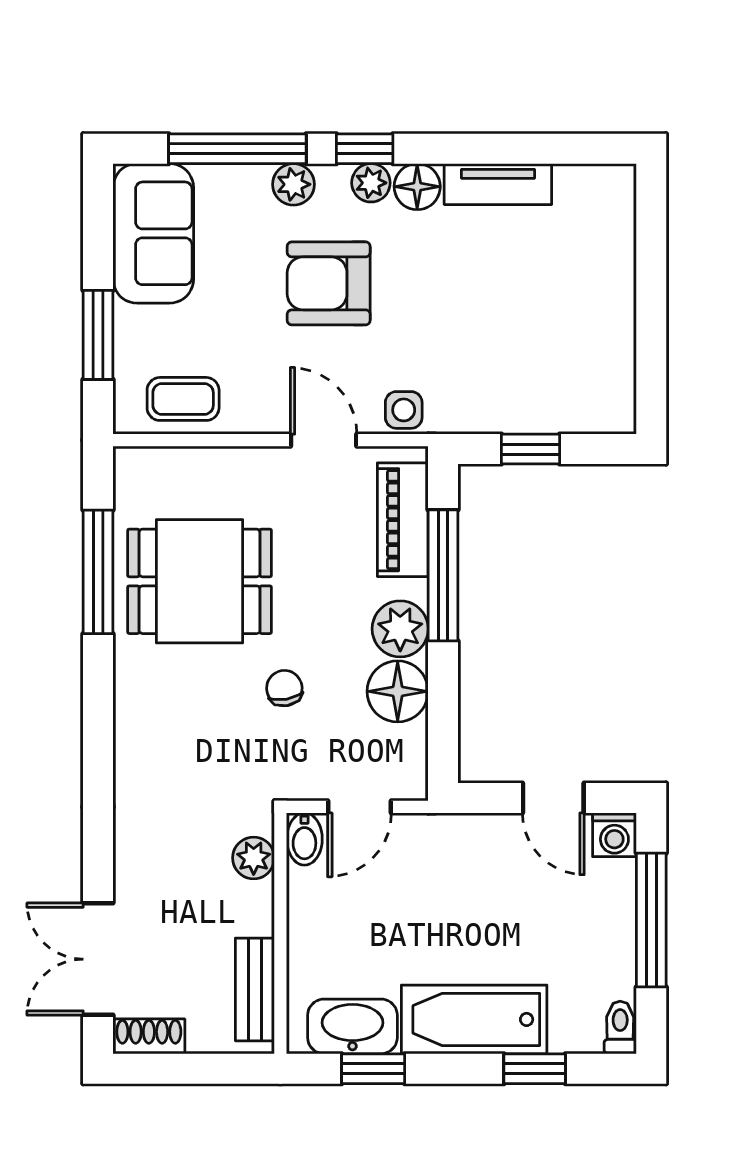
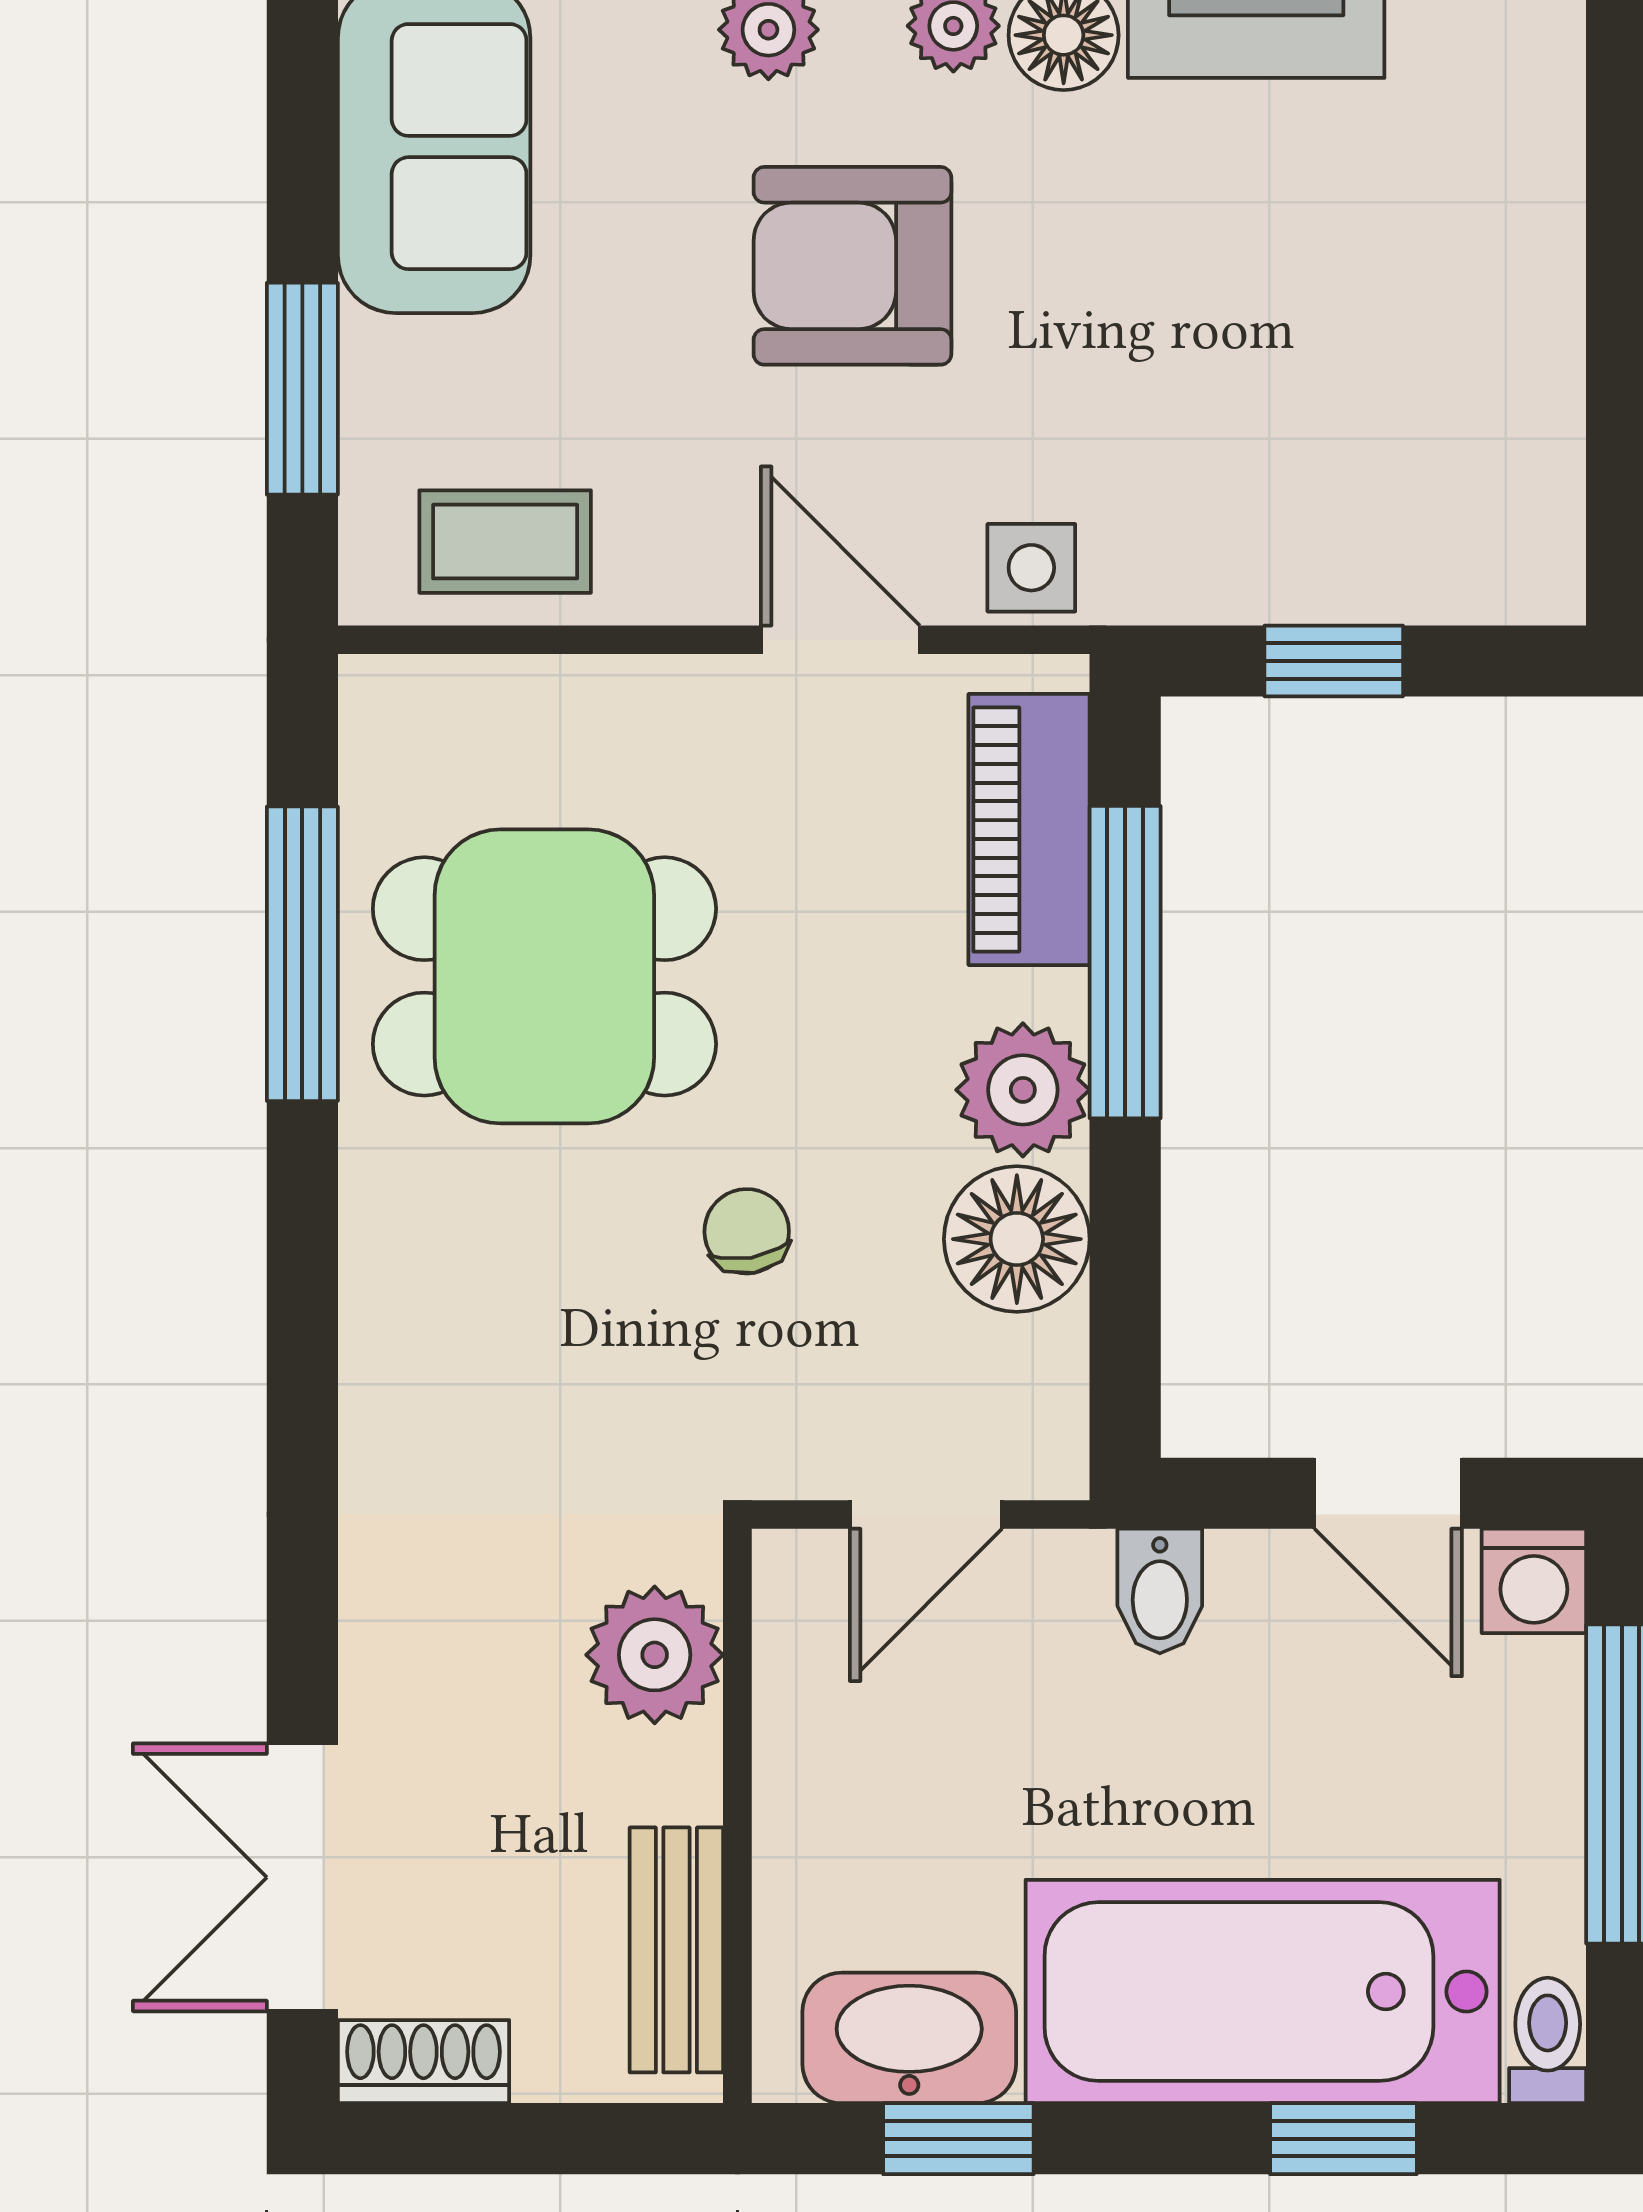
bidet: (304, 839) -> (1160, 1591), moved
plant: (254, 858) -> (655, 1655), width x1.38, depth x1.38
bathtub: (474, 1019) -> (1263, 1992), width x1.36, depth x1.36

